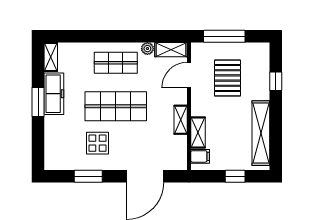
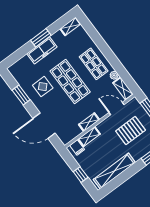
freezer: (54, 94) -> (42, 50), moved

